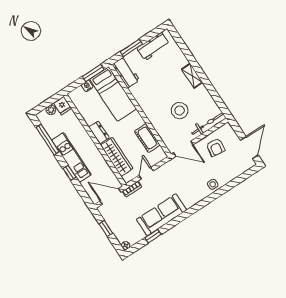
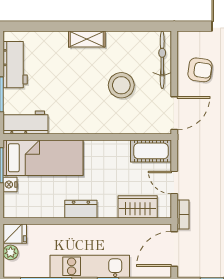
cot: (147, 138) -> (151, 151), moved
wardrobe: (117, 157) -> (138, 207), width x0.67

